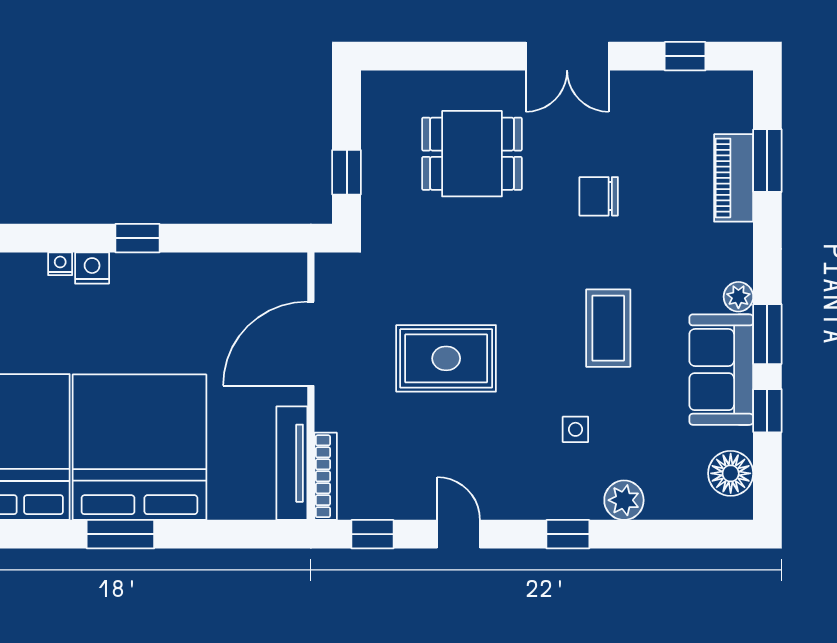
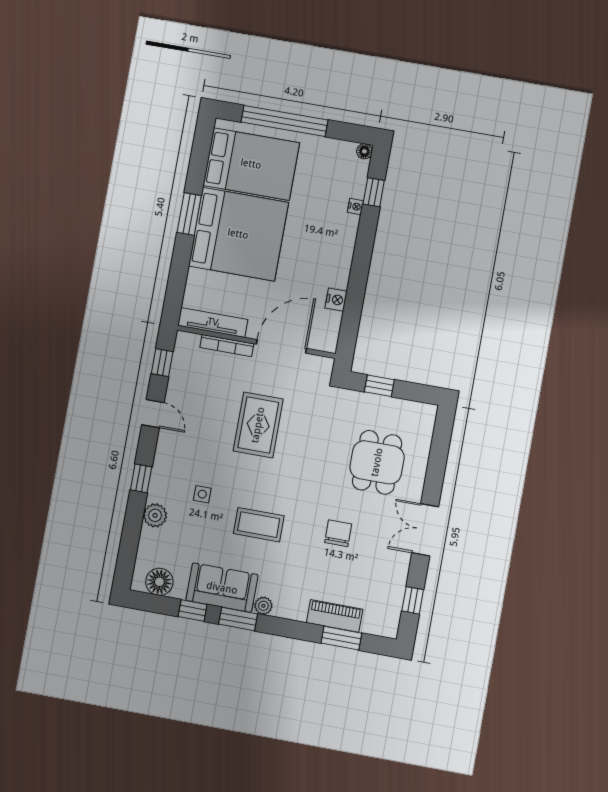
window: (138, 238) -> (374, 192), moved
nightstand: (92, 268) -> (336, 300), moved
door: (311, 344) -> (281, 346), hinge flipped
bookcase: (326, 476) -> (227, 346), moved
door: (459, 534) -> (153, 414), hinge flipped

